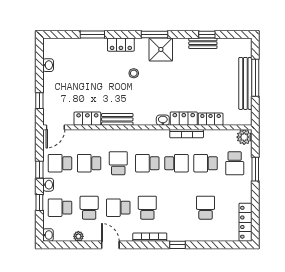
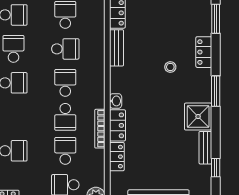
window: (207, 34) -> (216, 168), moved
shower: (161, 49) -> (198, 117), moved

